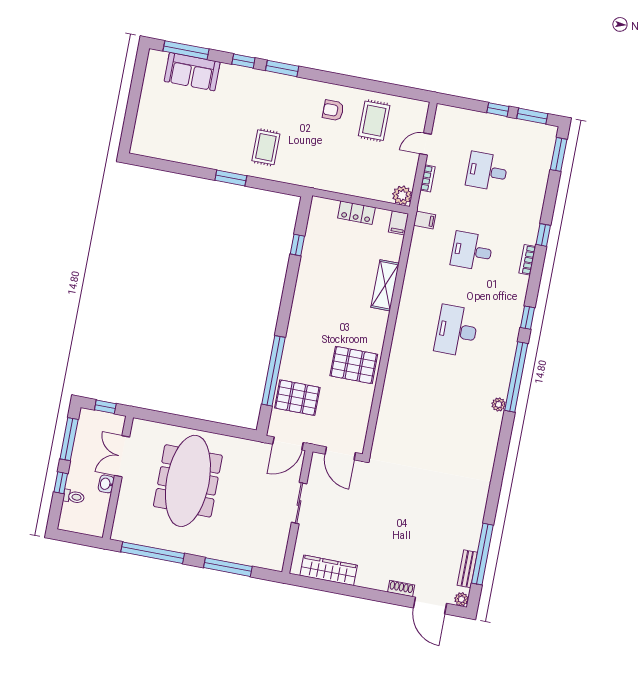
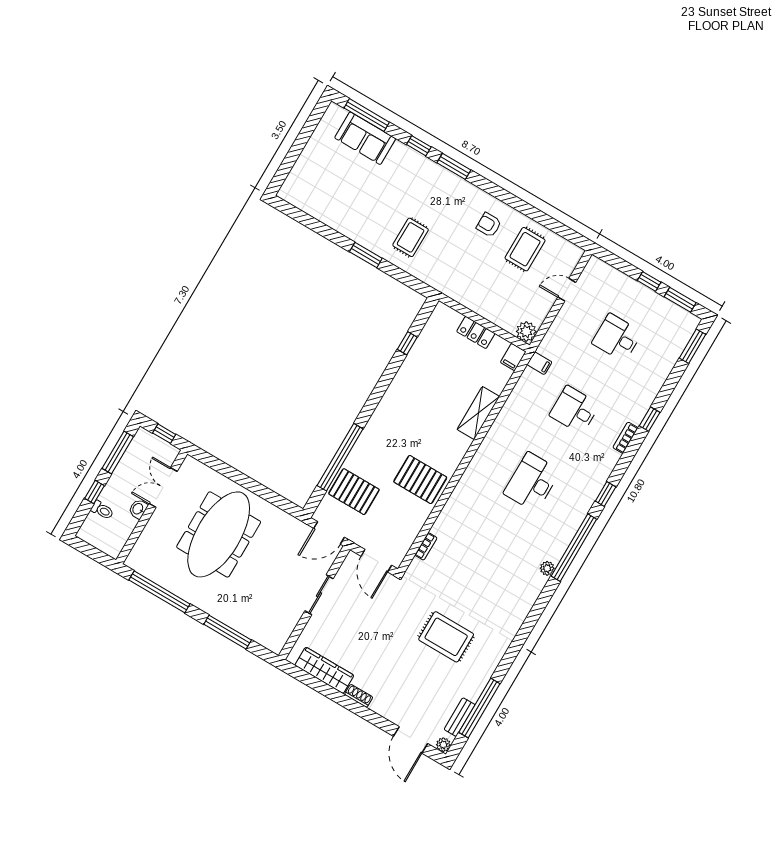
bookcase: (428, 178) -> (426, 546), moved
rug: (429, 500) -> (446, 637), added
shoe rack: (401, 589) -> (359, 696), moved

